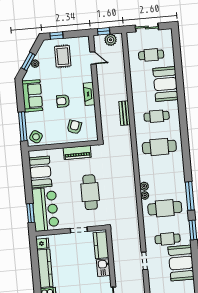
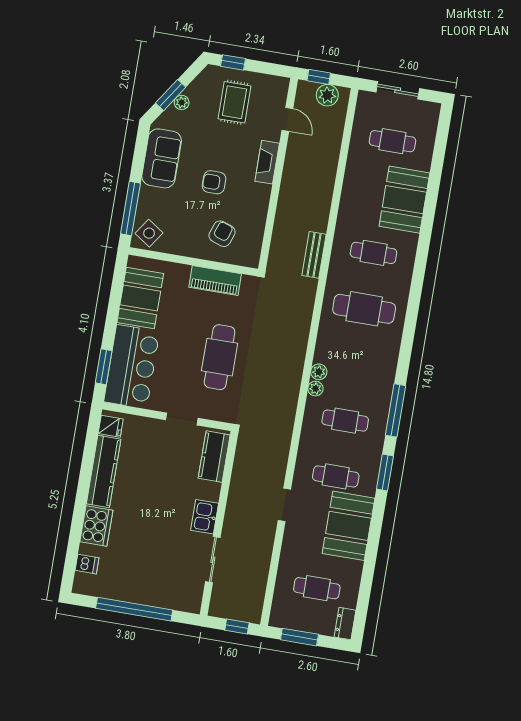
fireplace: (89, 94) -> (267, 162), moved
bench: (124, 113) -> (314, 255), moved
cafe table: (165, 208) -> (345, 421), width x0.73, depth x0.74
kitchen sink: (103, 268) -> (205, 517), moved

